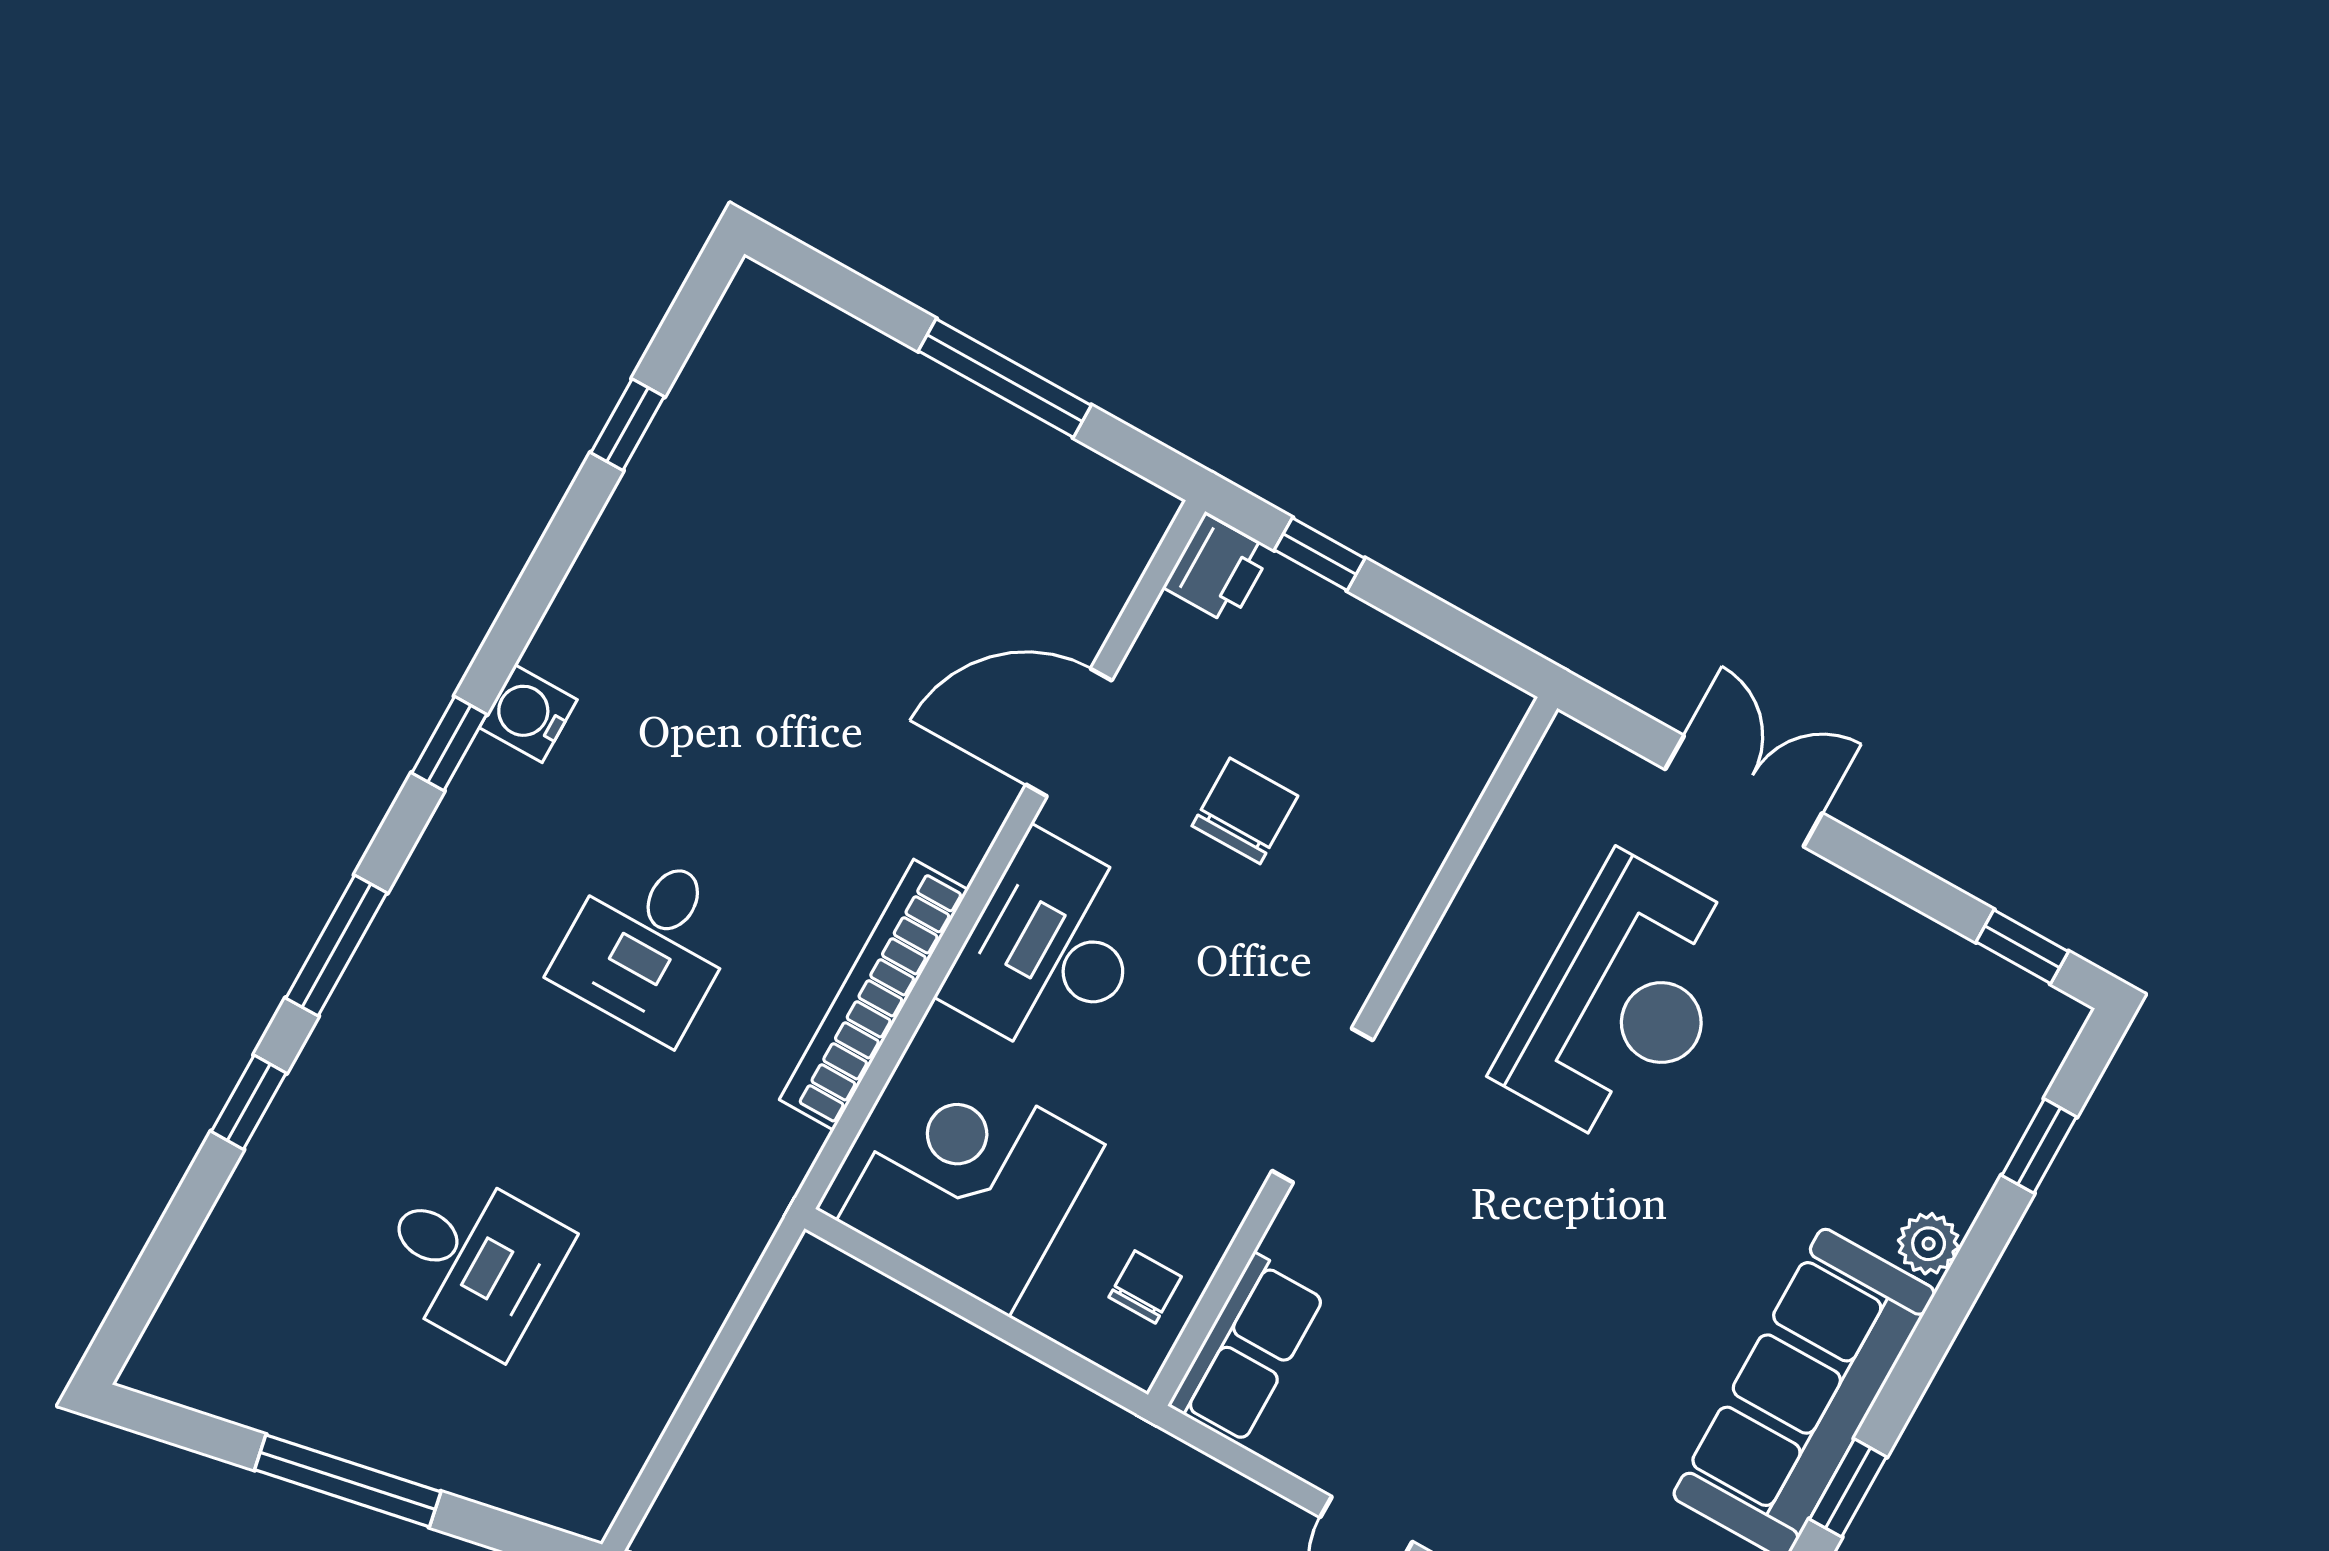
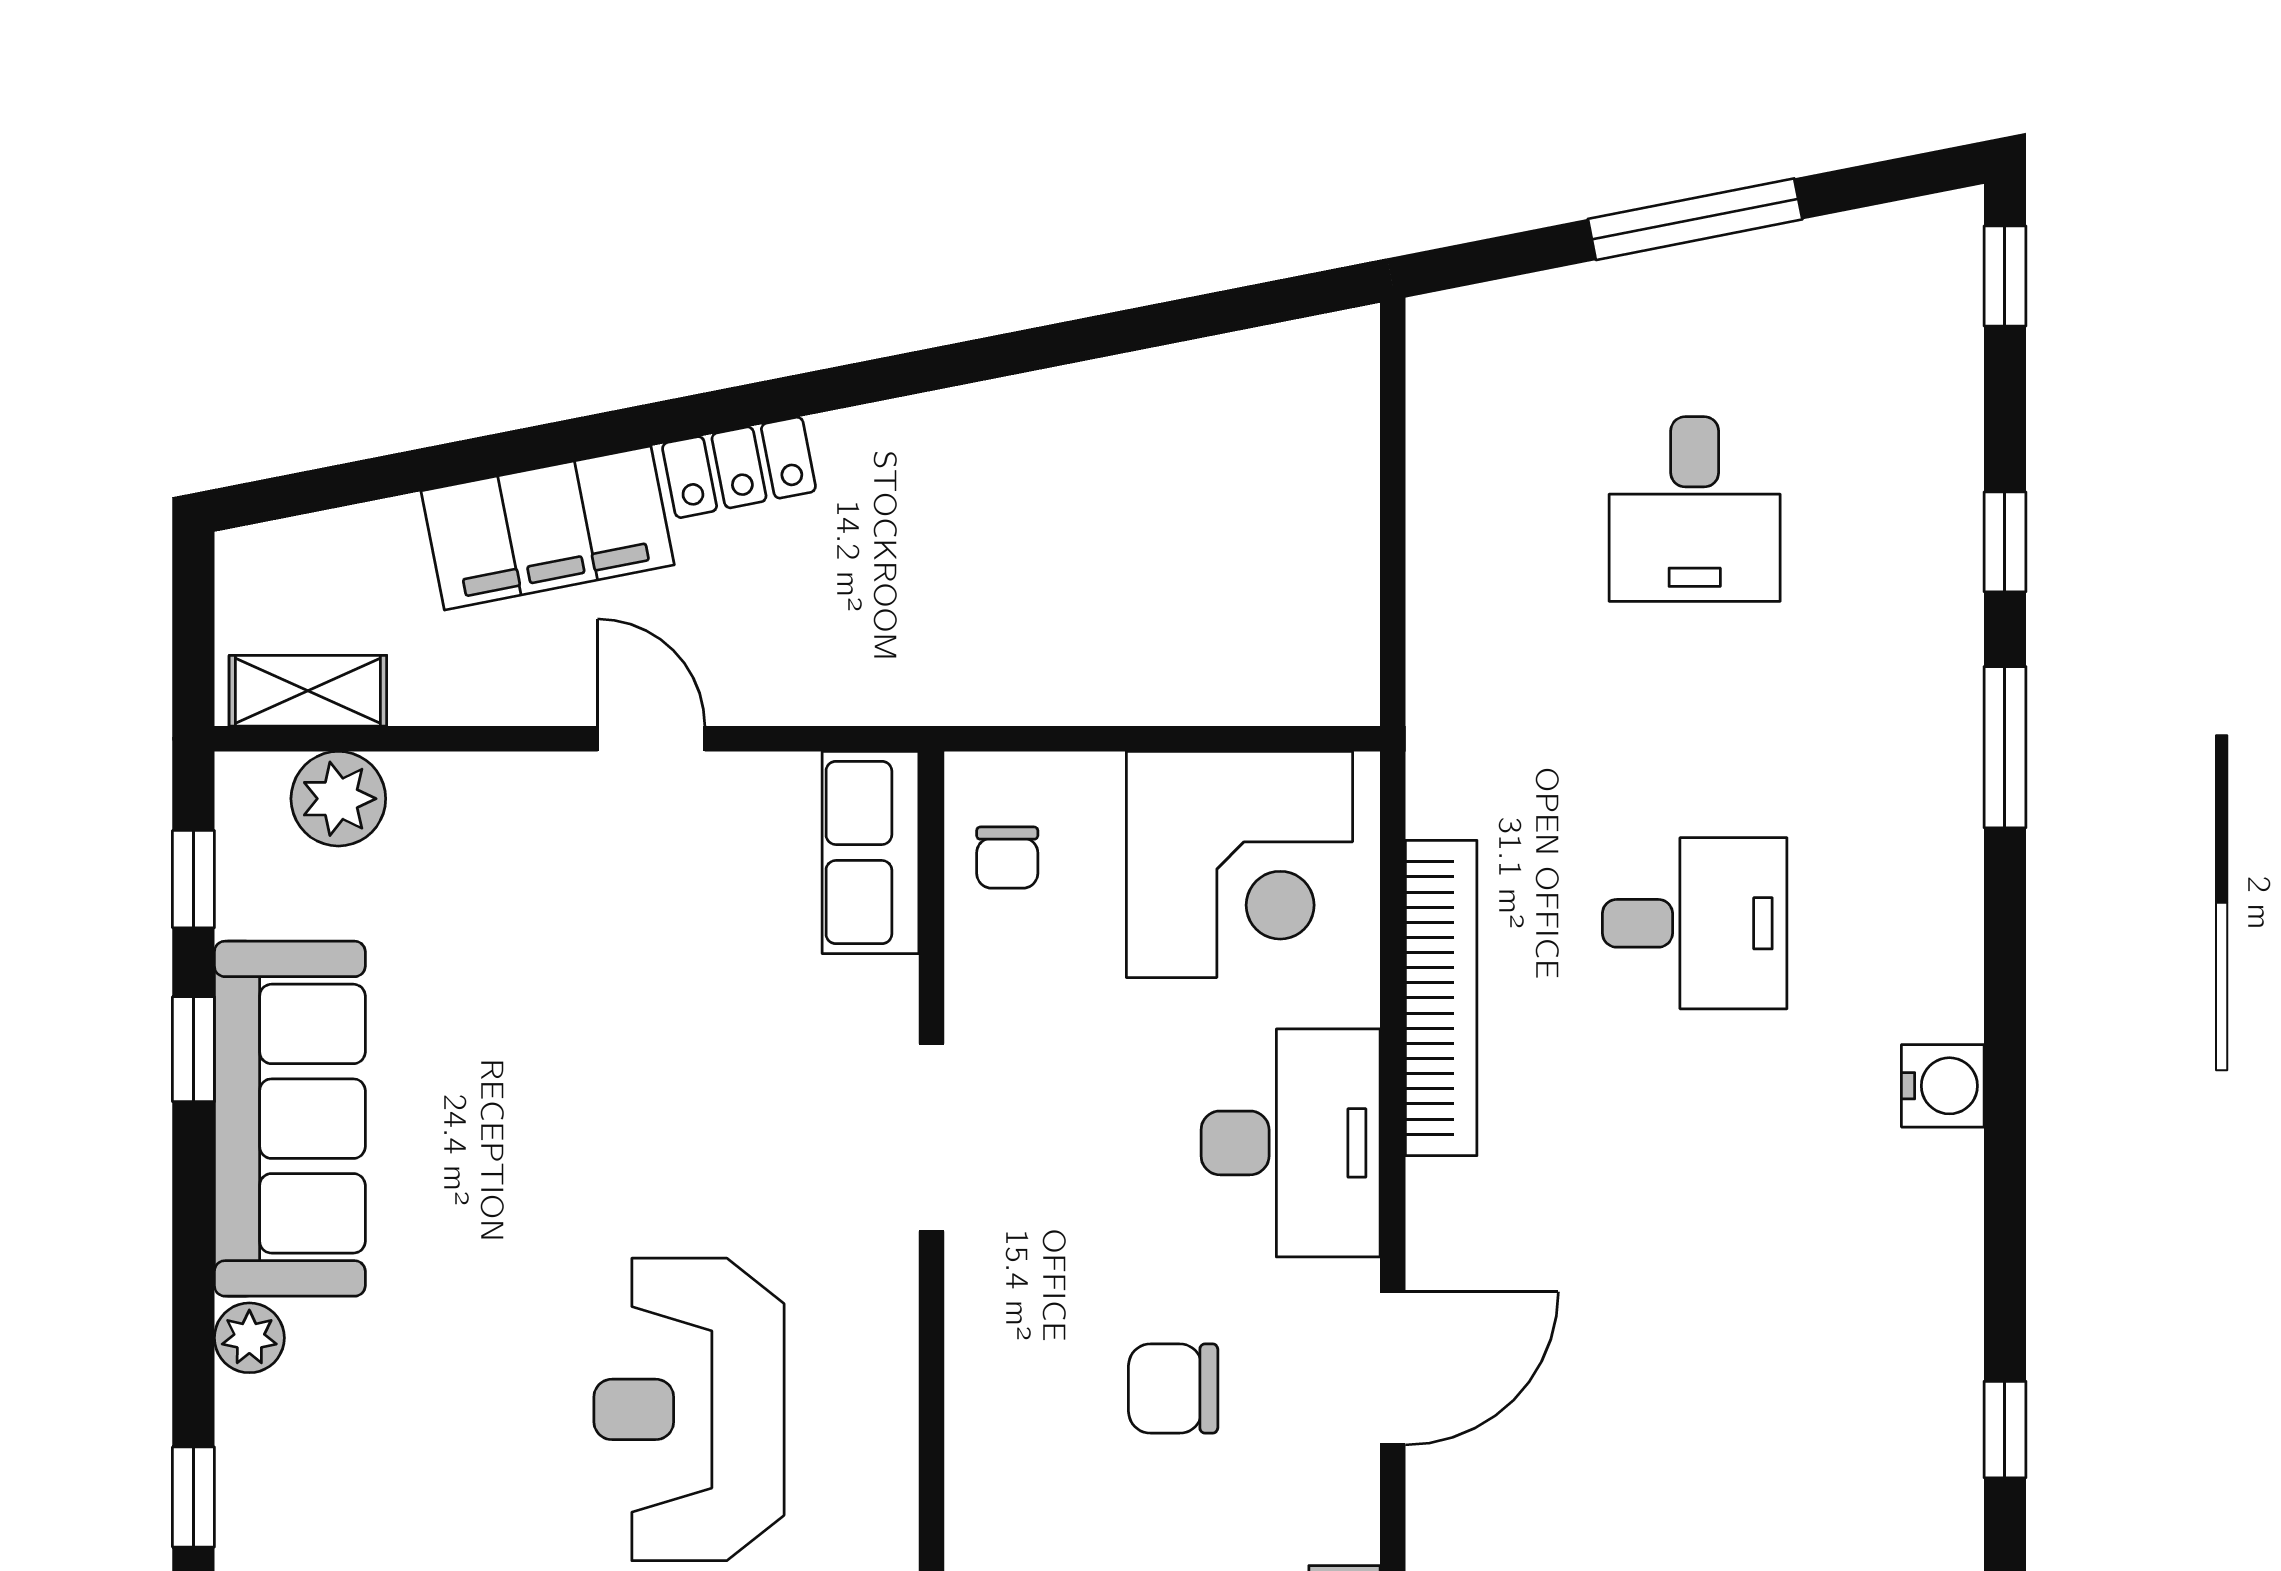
window: (449, 744) -> (2005, 276), moved
chair: (1245, 811) -> (1173, 1389), turned 90
desk: (648, 943) -> (1695, 923), turned 90
desk: (472, 1260) -> (1695, 509), turned -90

